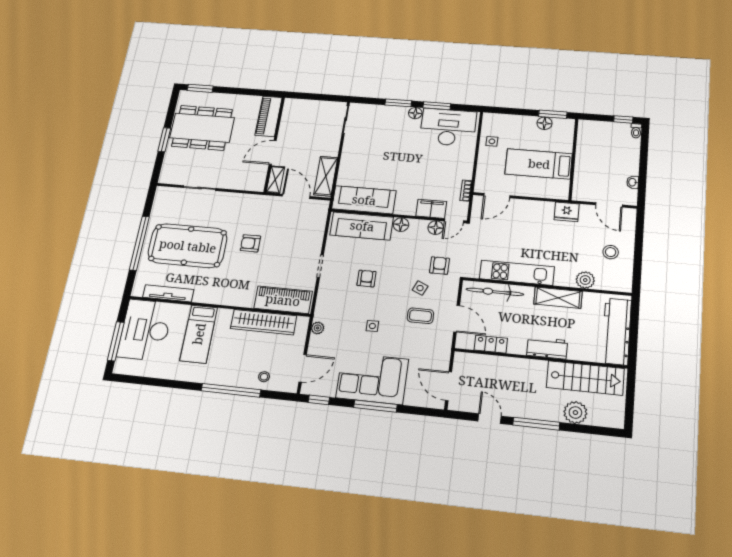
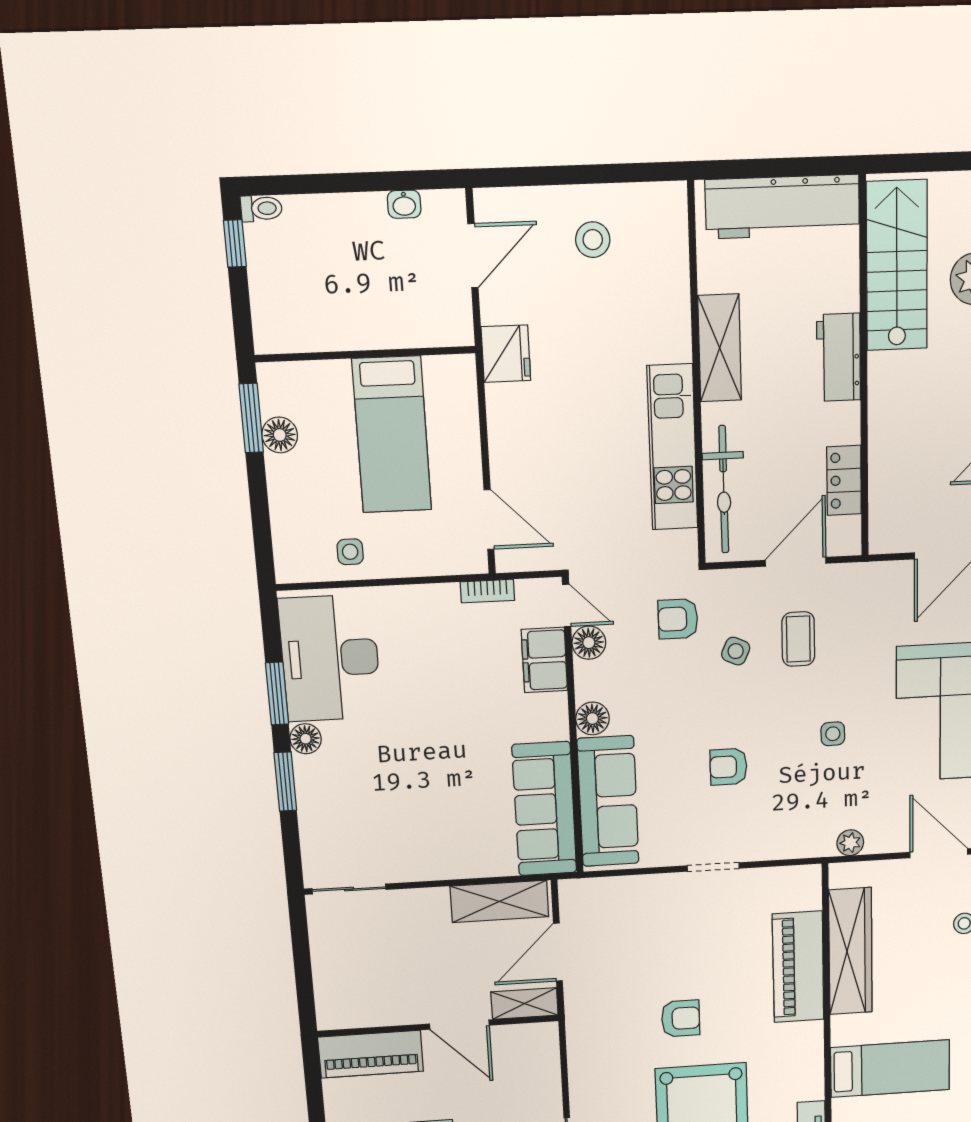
armchair: (250, 243) -> (681, 1018), turned -90
plant: (585, 280) -> (669, 291), removed
piano: (283, 300) -> (798, 967), moved

